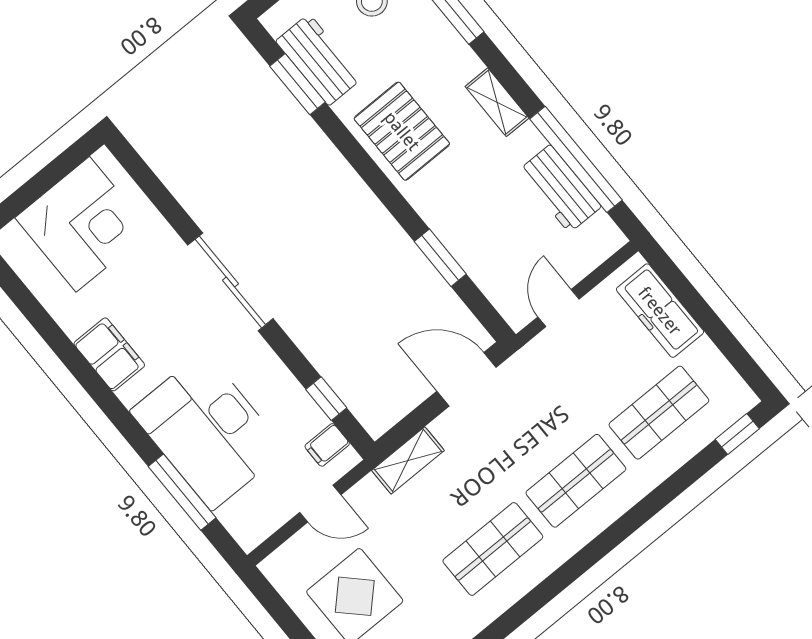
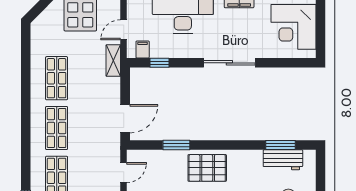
pallet: (402, 131) -> (207, 168), moved
door: (559, 308) -> (124, 173), hinge flipped
shelving: (408, 460) -> (113, 61), moved

